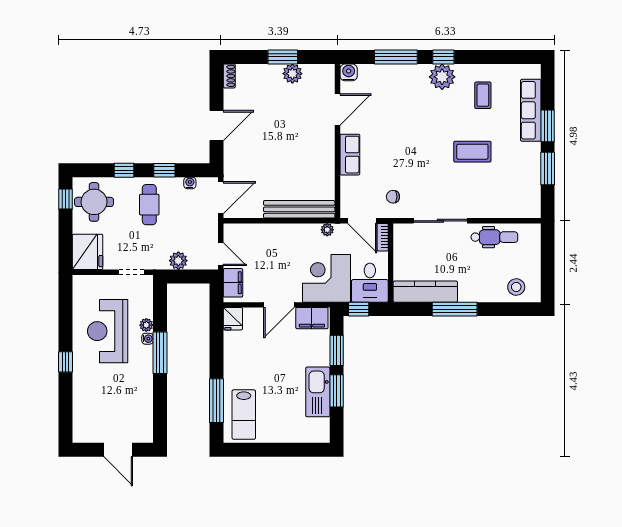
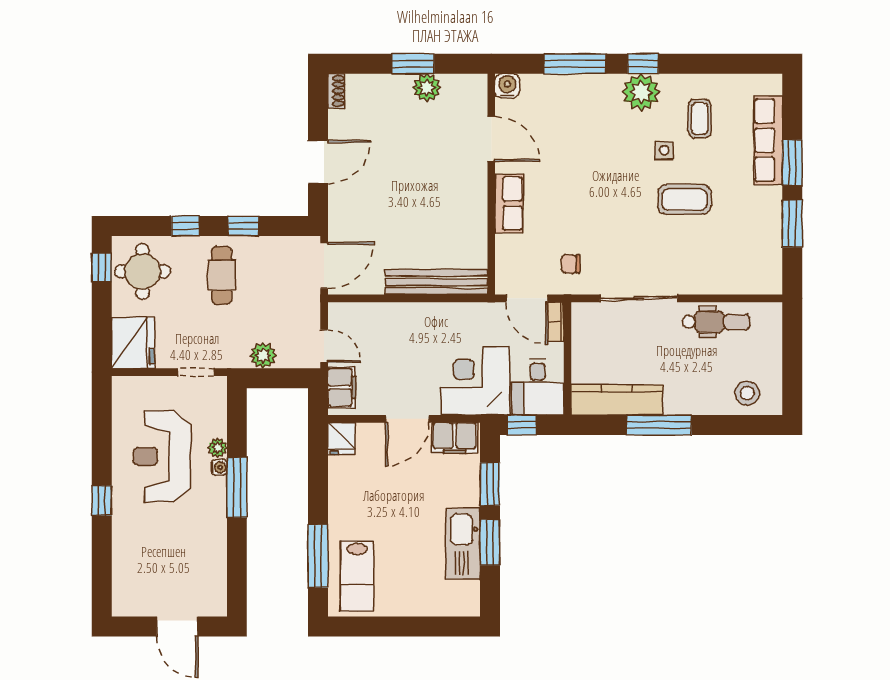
door: (337, 110) -> (491, 139), hinge flipped
side table: (458, 117) -> (664, 150), added
water cooler: (190, 183) -> (280, 244), removed
plant: (327, 230) -> (477, 311), removed

